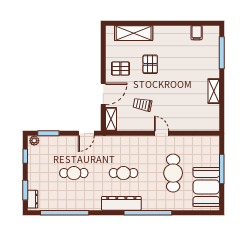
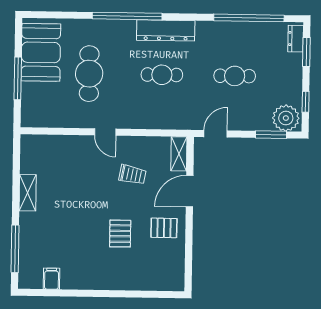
shelving: (134, 33) -> (144, 280), removed
plant: (34, 141) -> (286, 118), width x1.87, depth x1.87

